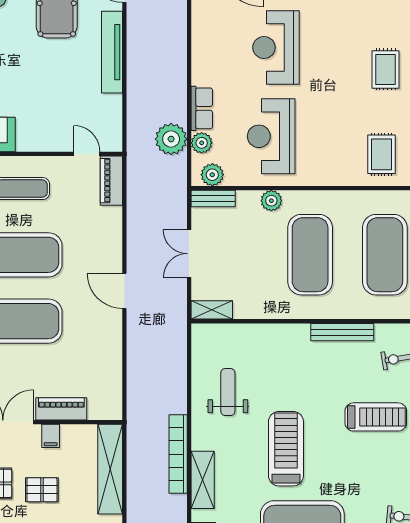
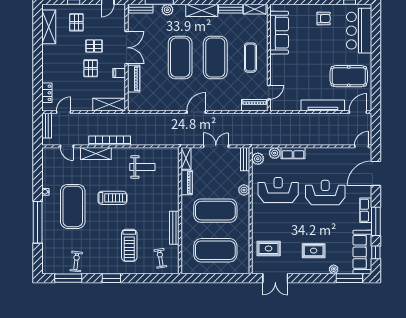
plant: (171, 139) -> (277, 137), removed
piano: (257, 309) -> (187, 183), added
treadmill: (286, 449) -> (112, 198), width x0.73, depth x0.73
shelving: (110, 469) -> (109, 105), width x0.68

